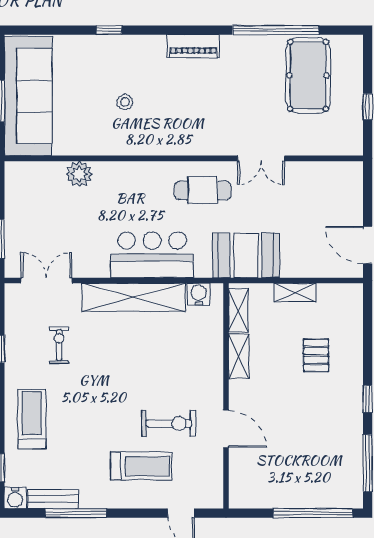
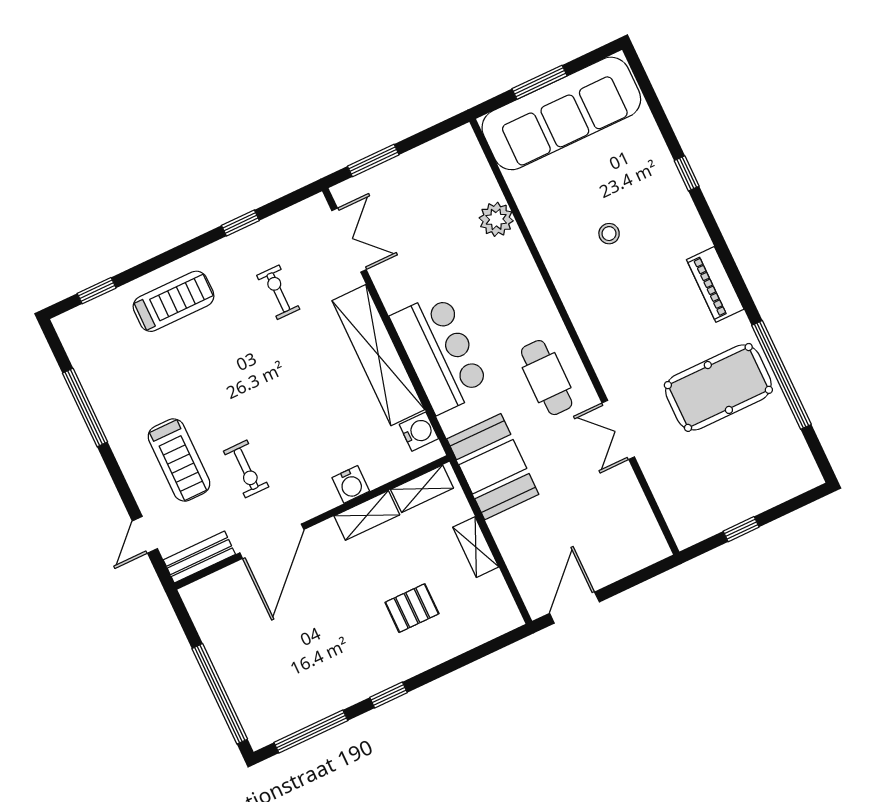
pool table: (308, 75) -> (718, 387), moved
exercise bike: (59, 345) -> (278, 292), turned -90
exercise bike: (169, 423) -> (246, 469), width x0.73, depth x0.72
door: (226, 429) -> (272, 541), width x1.36
water cooler: (15, 498) -> (351, 484), moved, turned -90
bench: (53, 499) -> (199, 557), moved, turned 90

